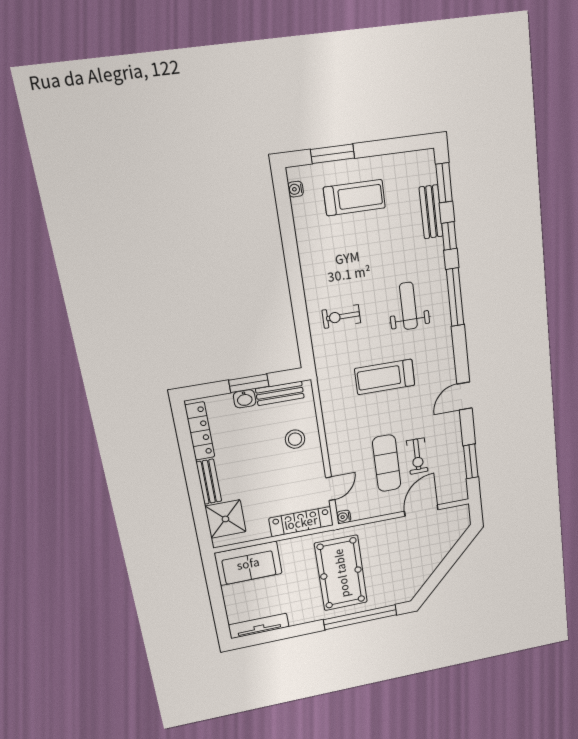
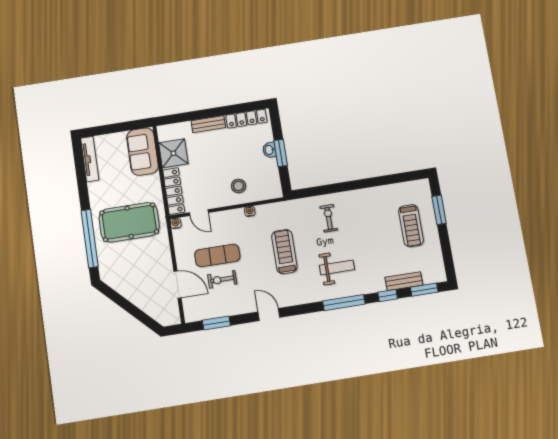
water cooler: (296, 189) -> (250, 211), moved
bench: (280, 393) -> (273, 175), removed
shower: (225, 519) -> (173, 153), moved

